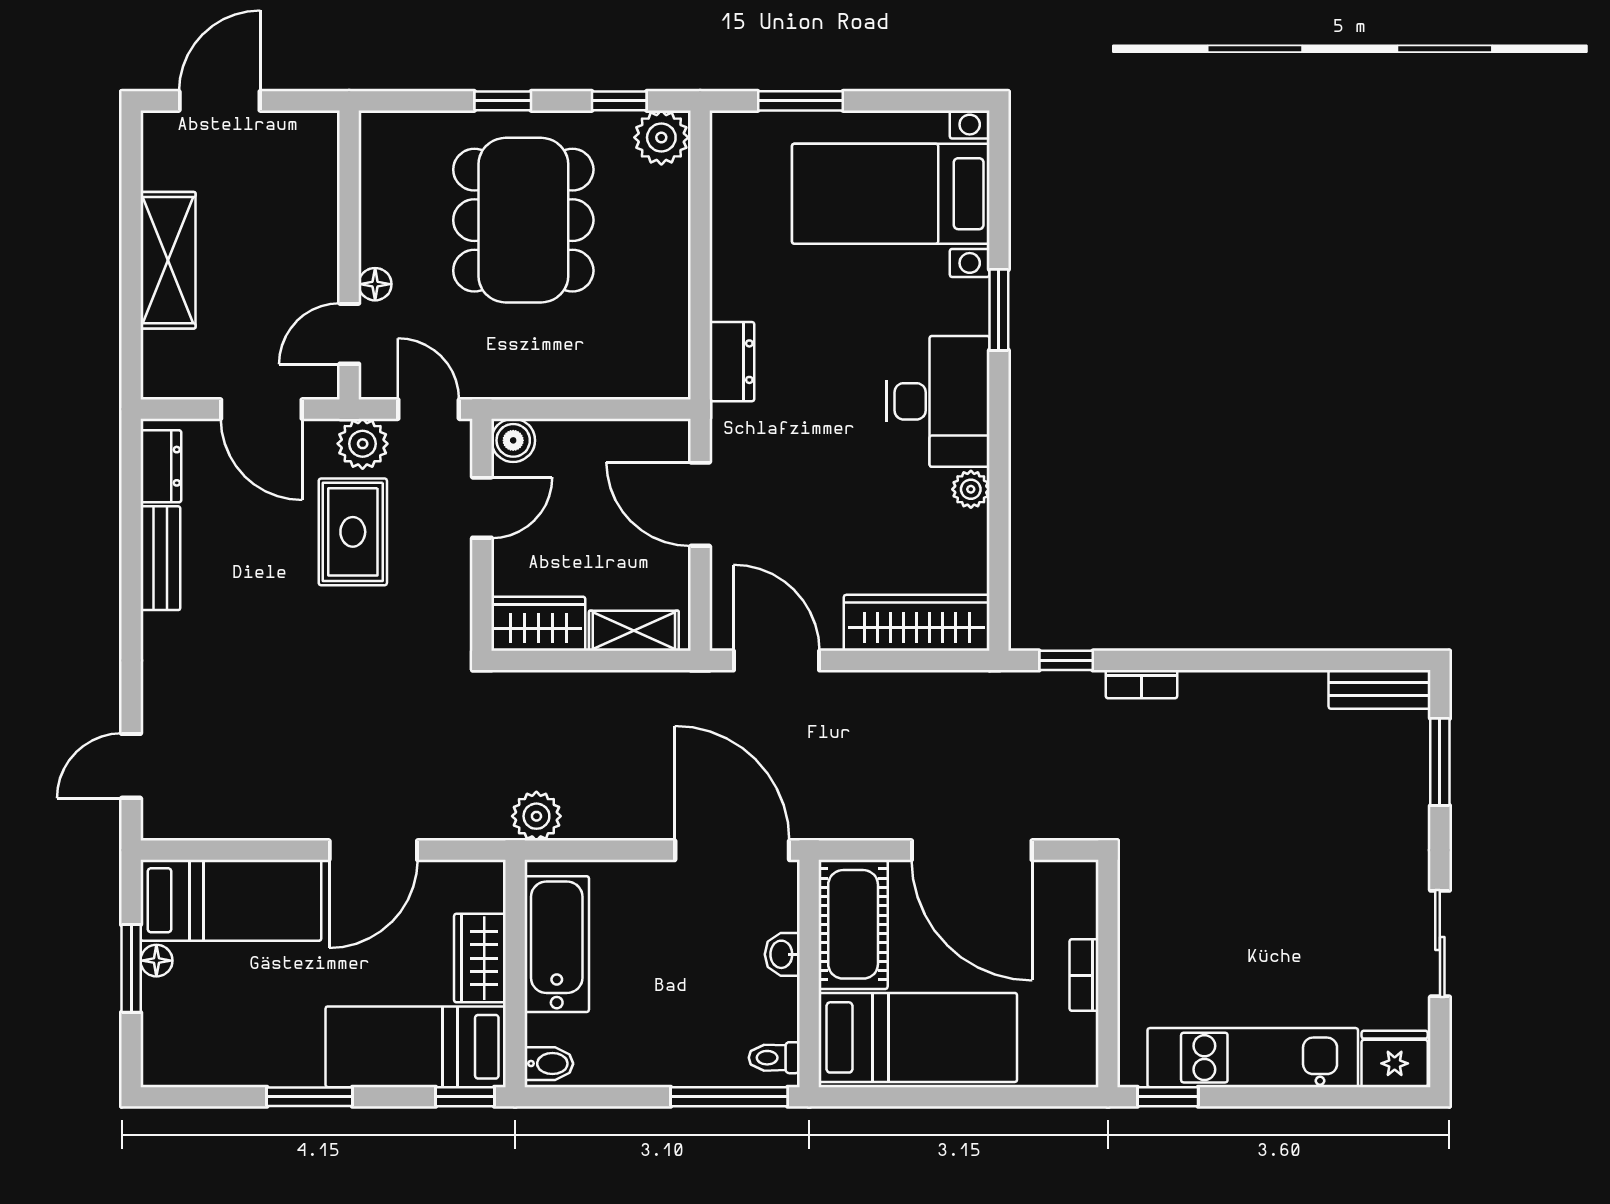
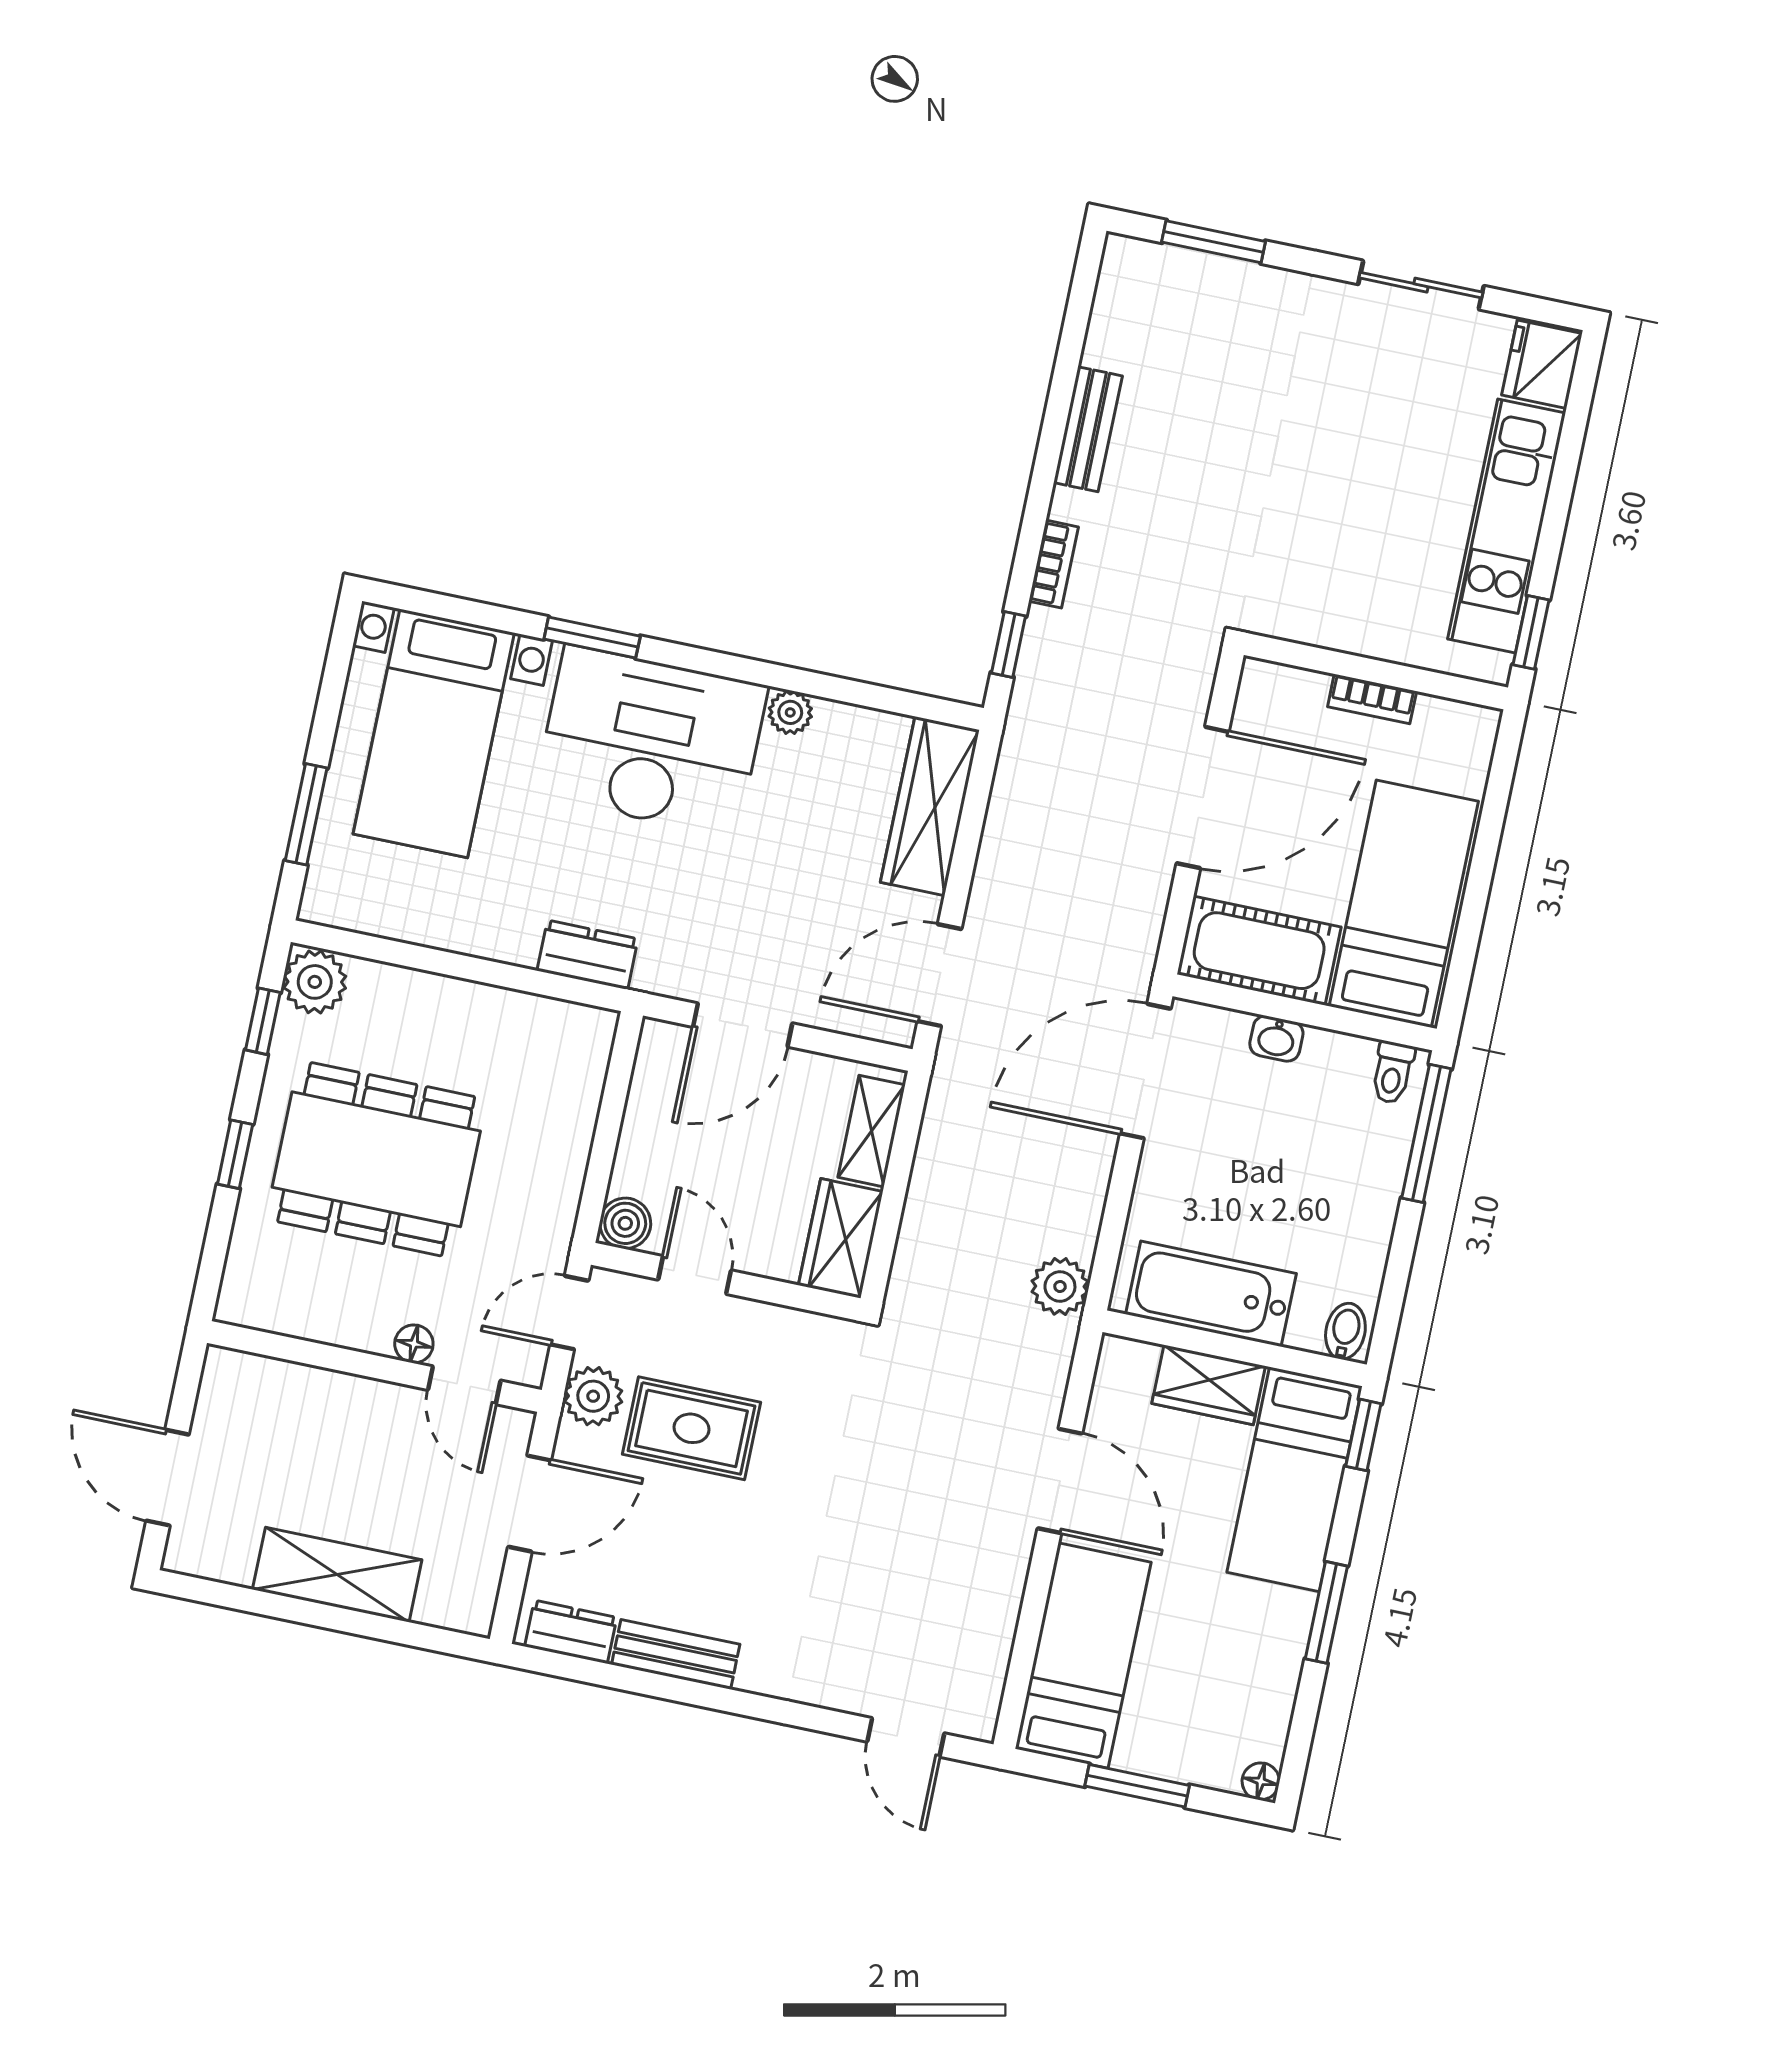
desk: (938, 401) -> (651, 741), width x1.36, depth x1.30
bench: (1380, 689) -> (1088, 429), moved
floor lamp: (156, 961) -> (1261, 1781), moved

